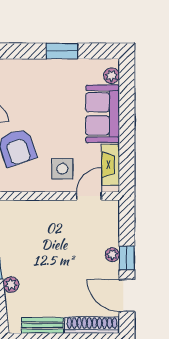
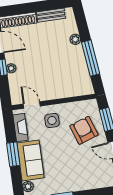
window: (127, 127) -> (13, 154), added
door: (89, 196) -> (32, 105), swing flipped

